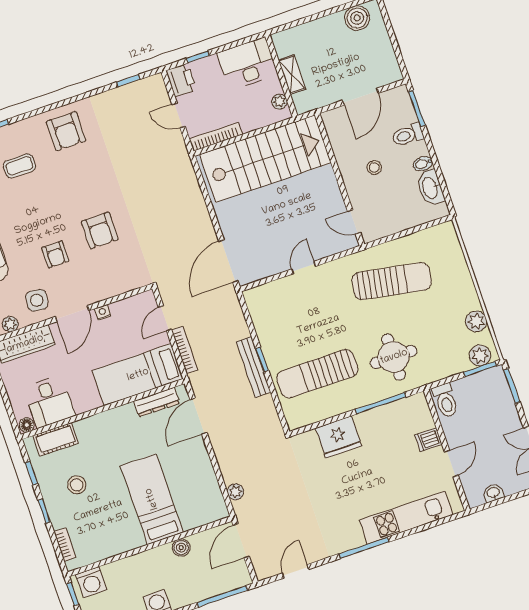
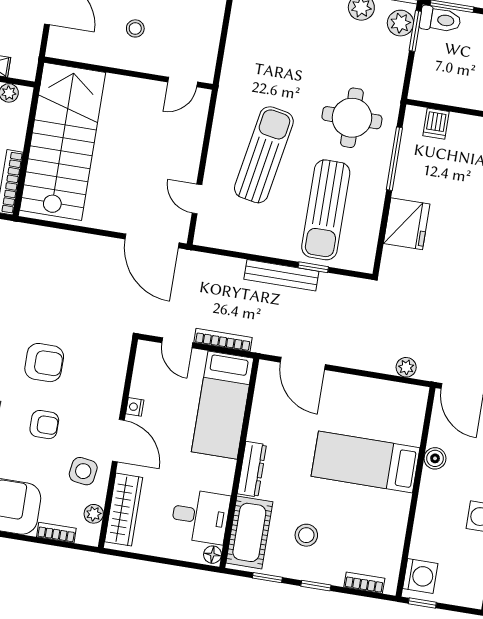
door: (304, 268) -> (197, 199), moved
sun lounger: (392, 281) -> (264, 155), moved
window: (262, 360) -> (313, 267), moved
toilet: (445, 401) -> (440, 20), moved
dresser: (157, 402) -> (252, 469), moved
cot: (56, 439) -> (249, 532), width x1.37, depth x1.34
dishwasher: (428, 440) -> (436, 124), moved

